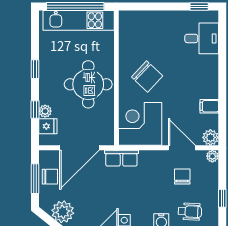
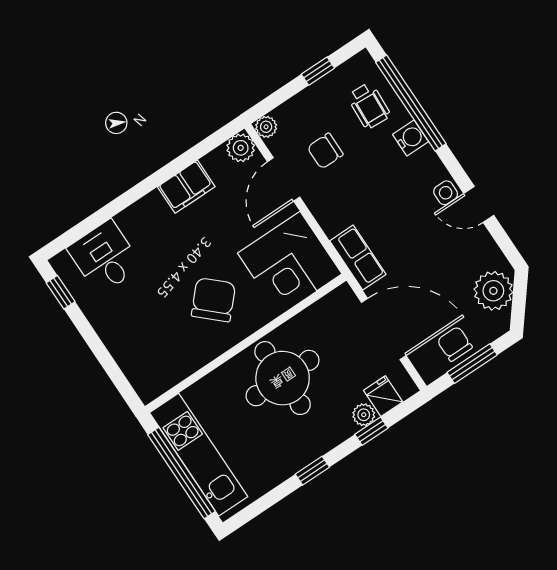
filing cabinet: (209, 106) -> (186, 187), width x2.00
wheelchair: (190, 211) -> (369, 106), turned 180

